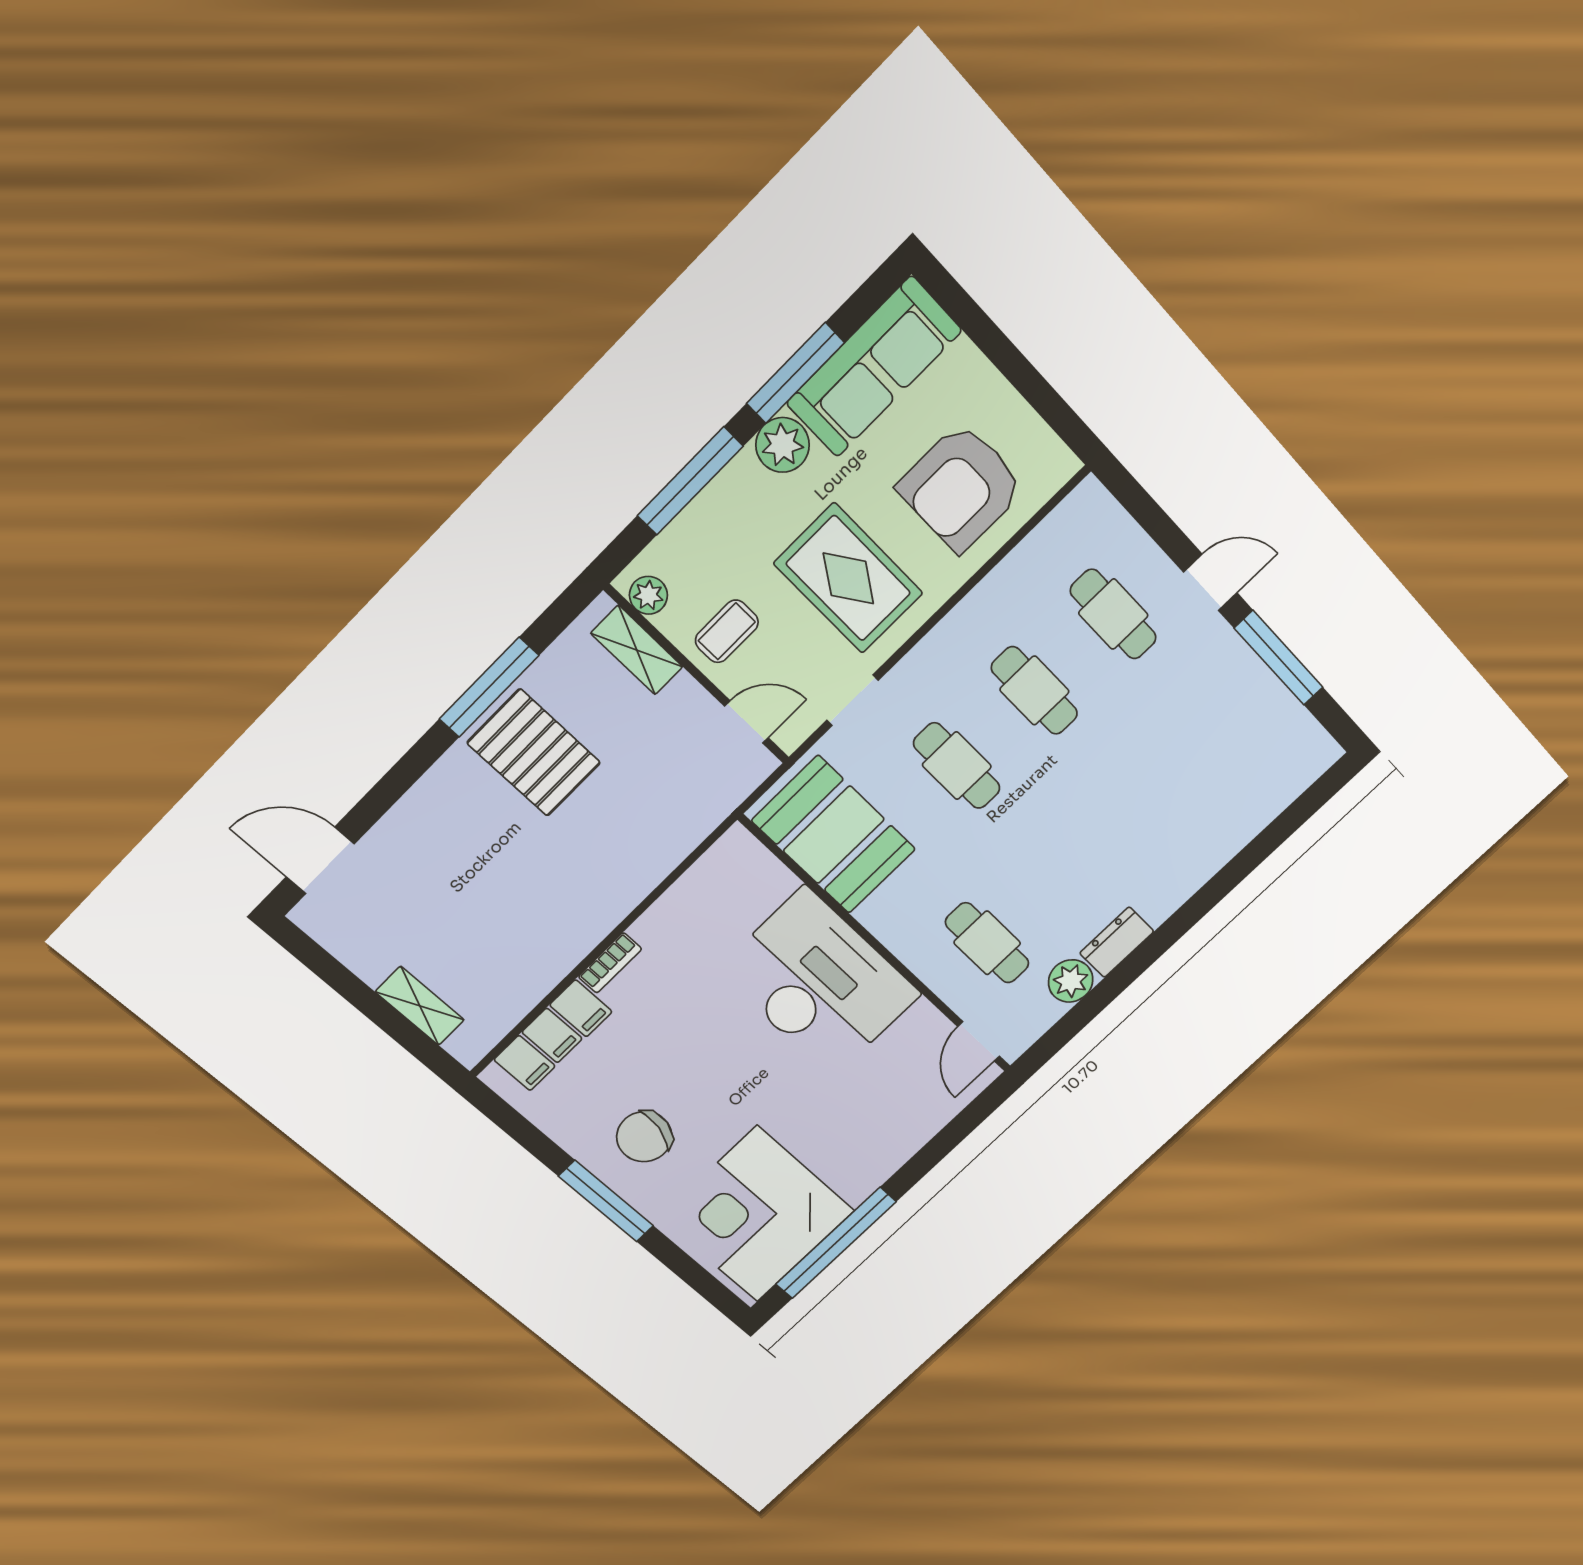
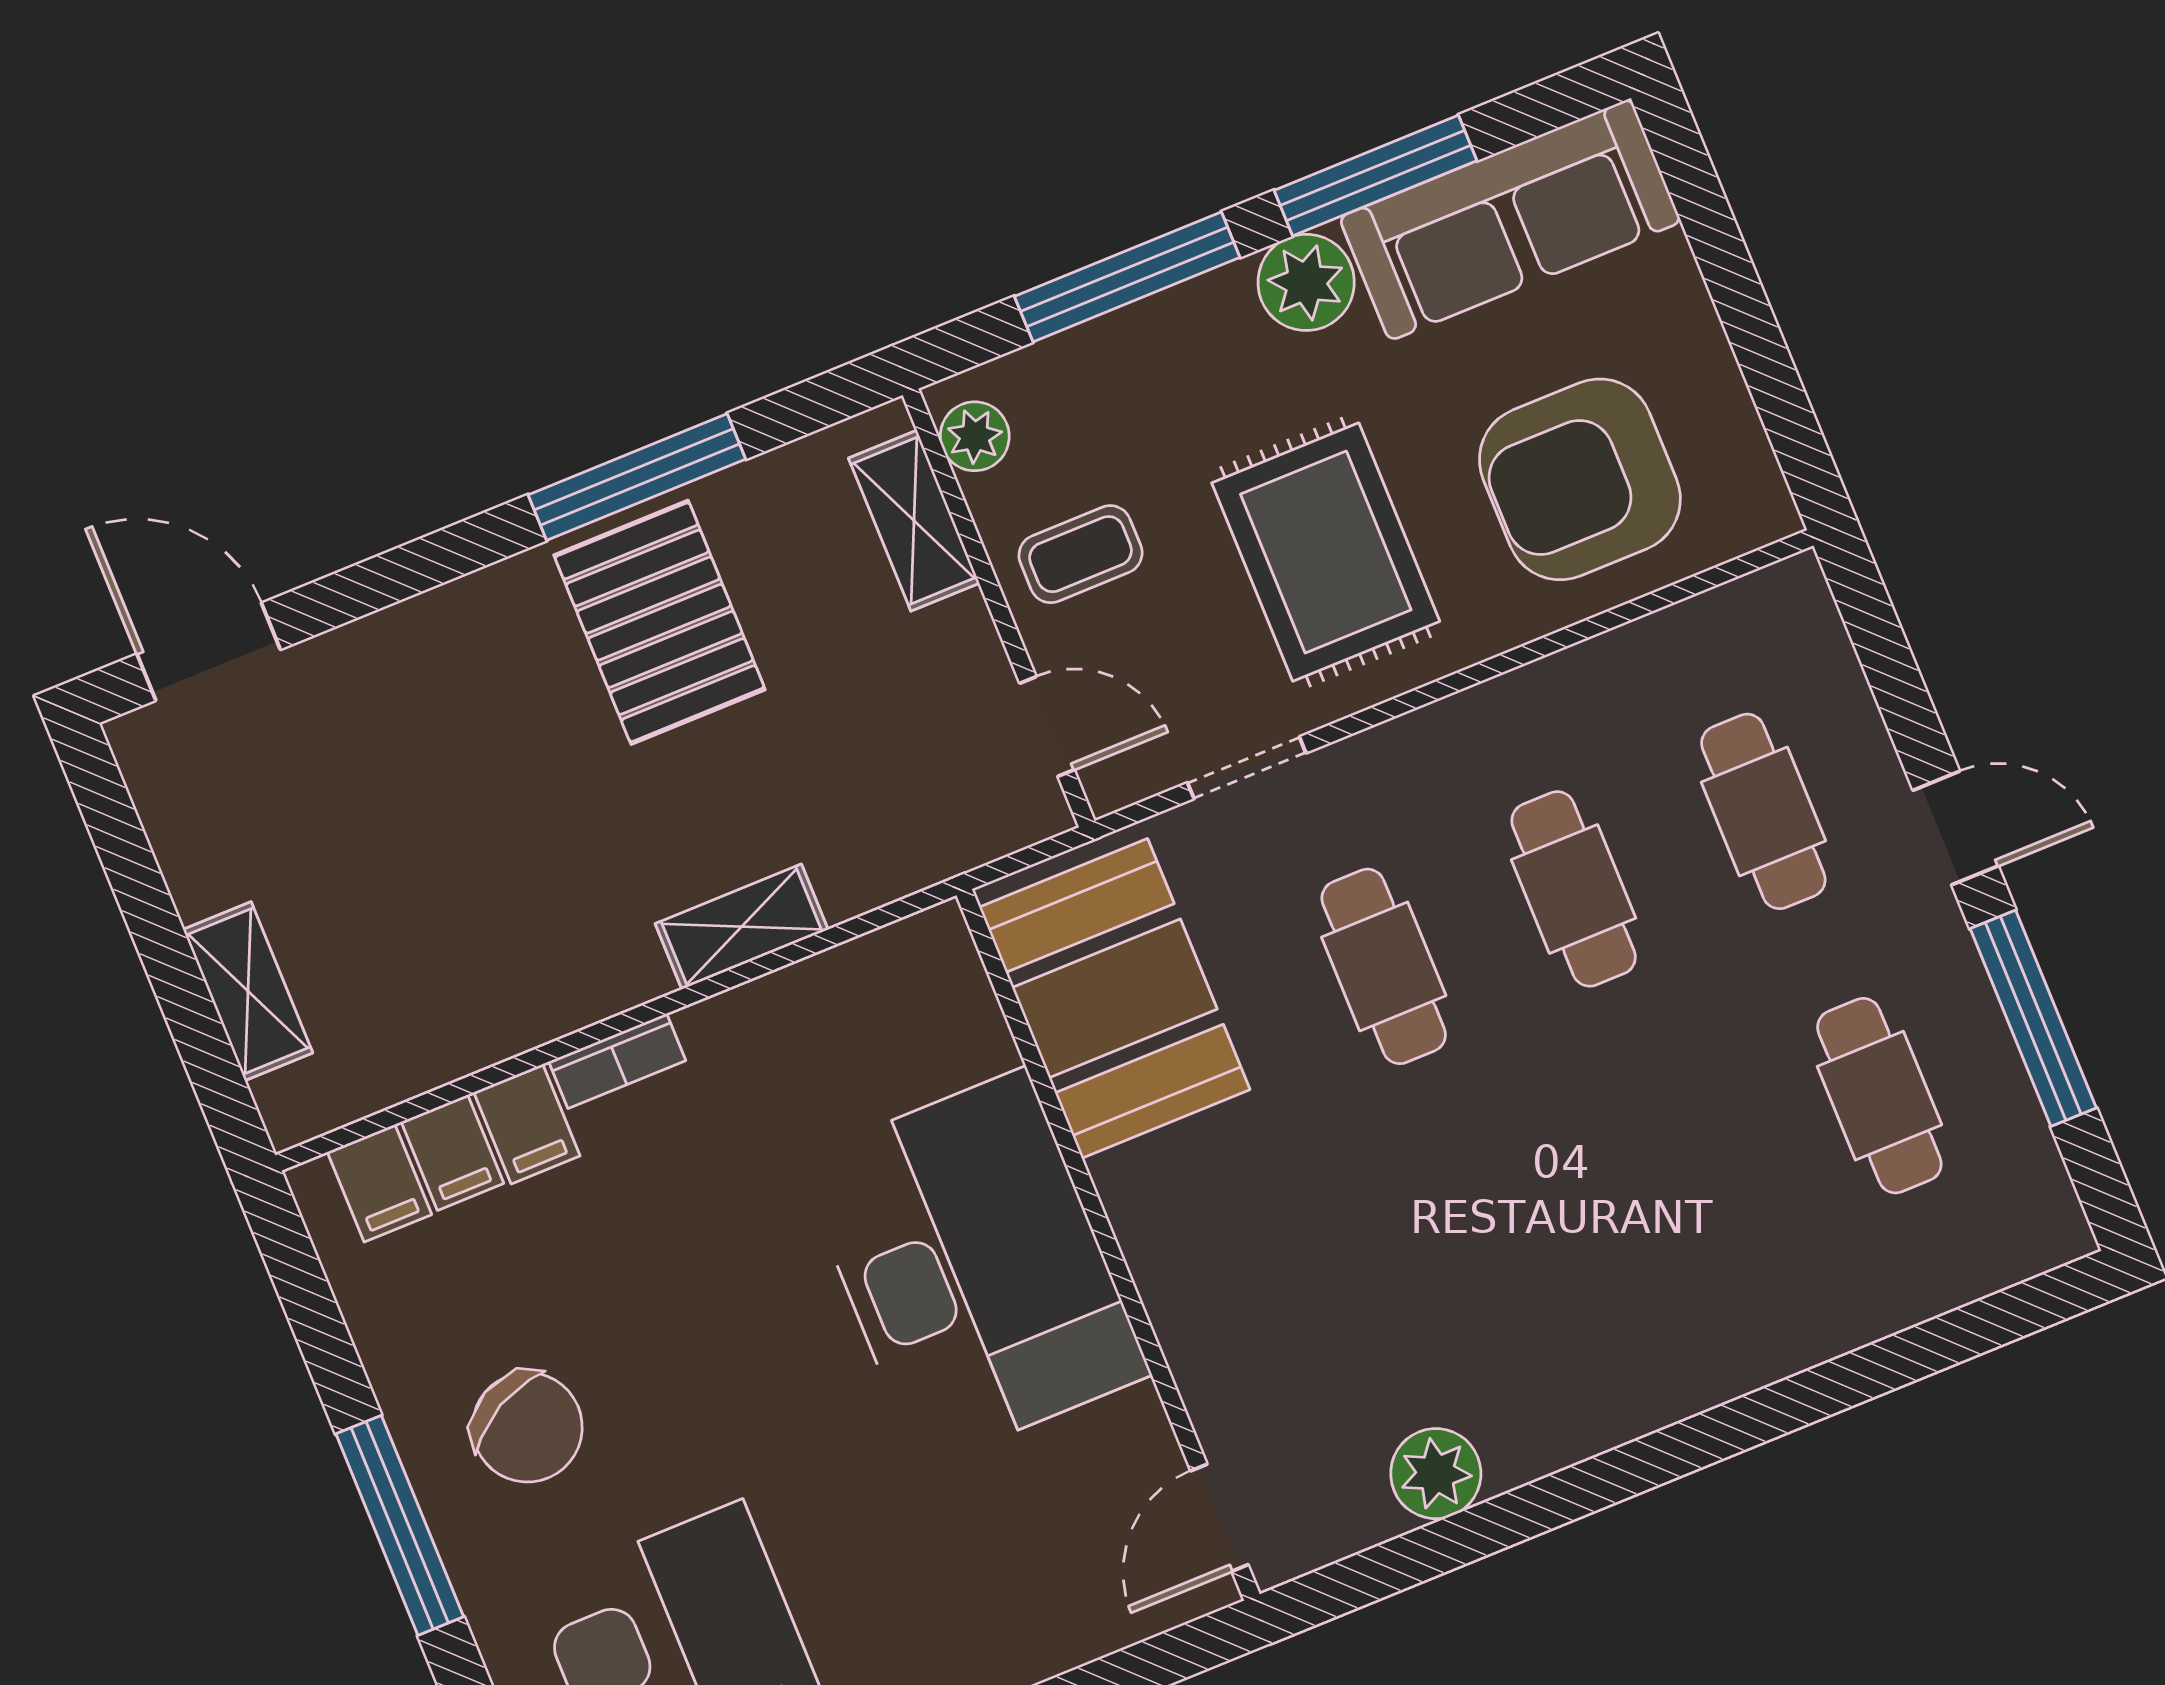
shelving: (641, 878) -> (742, 927), added
dresser: (1117, 942) -> (1549, 1435), removed
cafe table: (987, 943) -> (1879, 1096), moved
chair: (644, 1137) -> (527, 1427), turned -131

